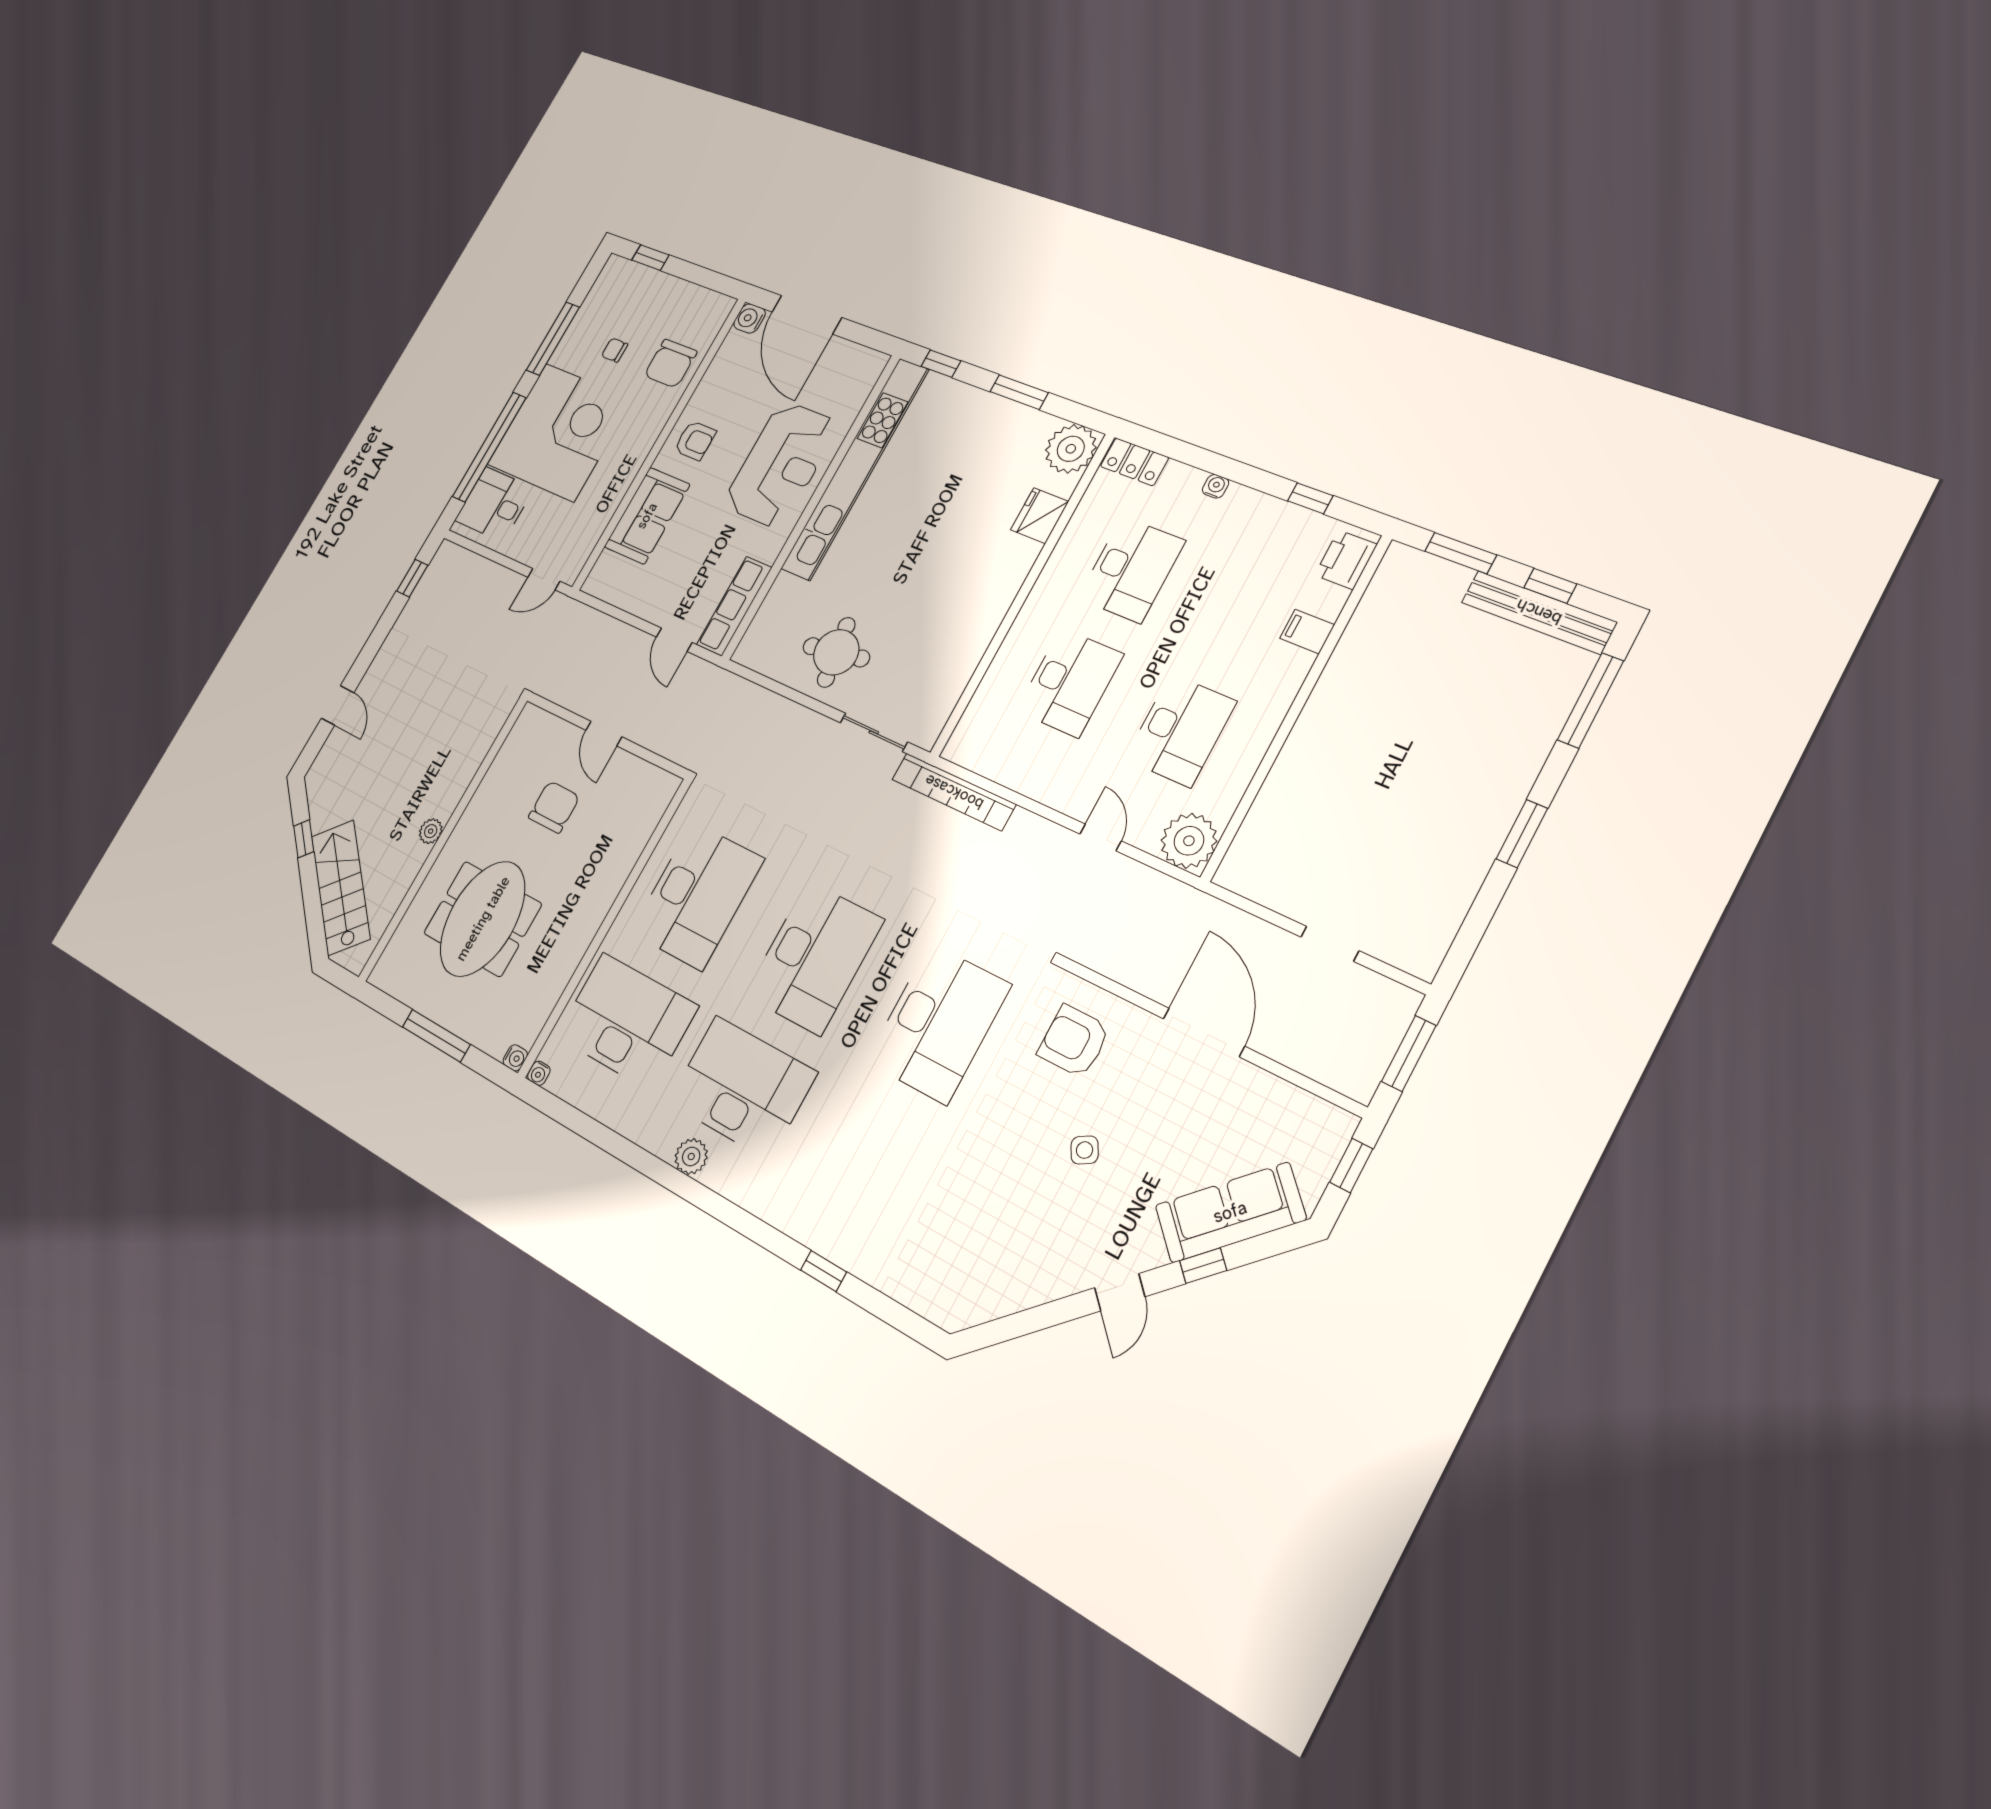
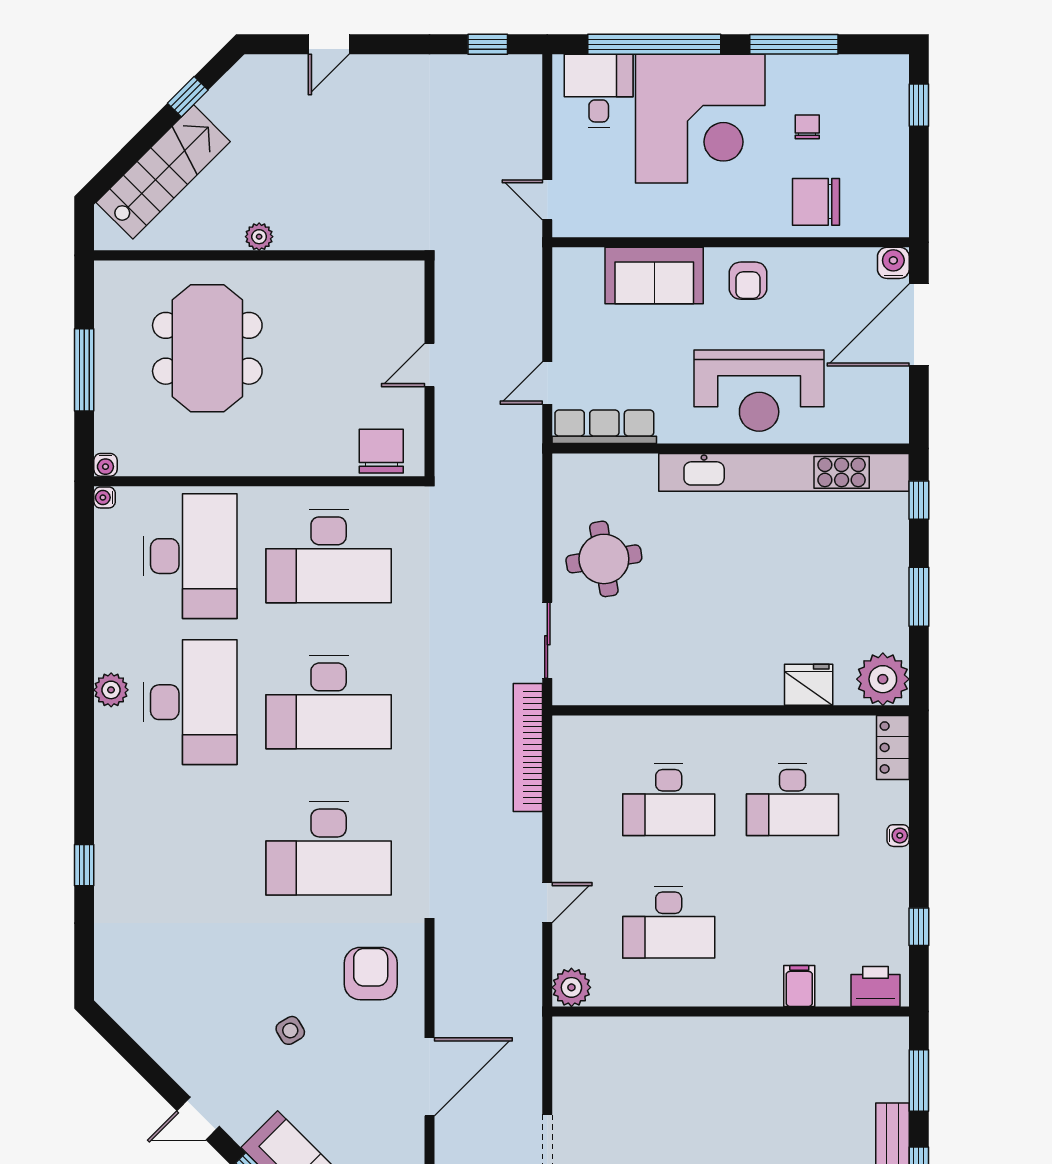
chair: (554, 807) -> (381, 451), moved, turned -90
plant: (1189, 841) -> (571, 987), width x0.73, depth x0.73
meeting table: (483, 919) -> (207, 348), turned 90

